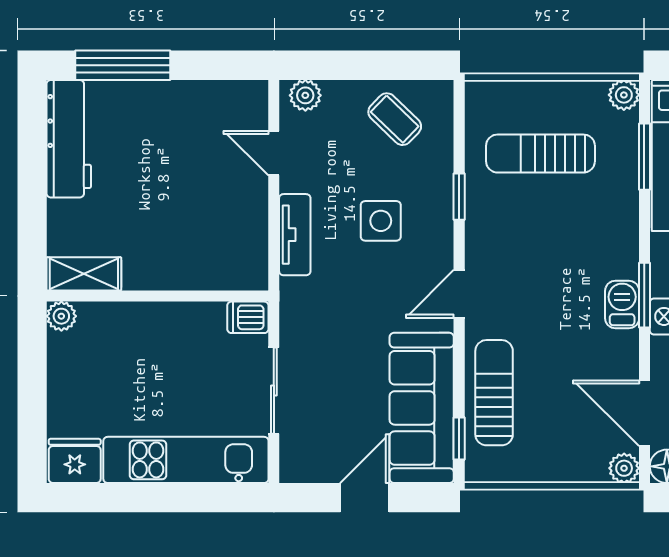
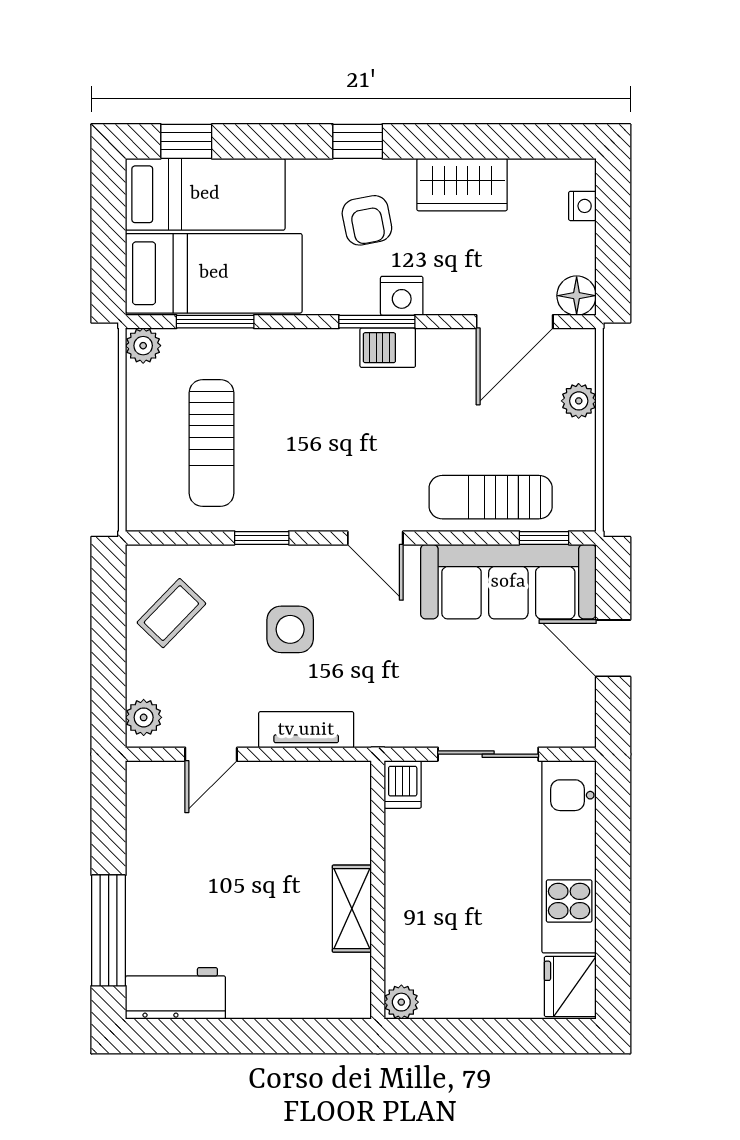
workbench: (69, 139) -> (175, 993), width x0.73
shelving: (84, 274) -> (352, 909), moved
plant: (624, 468) -> (579, 401), moved

